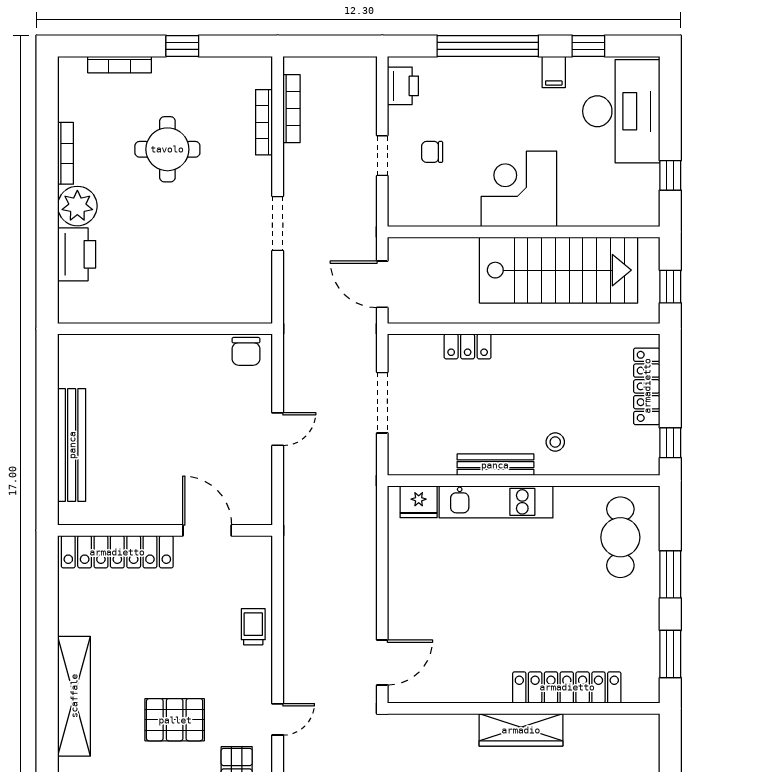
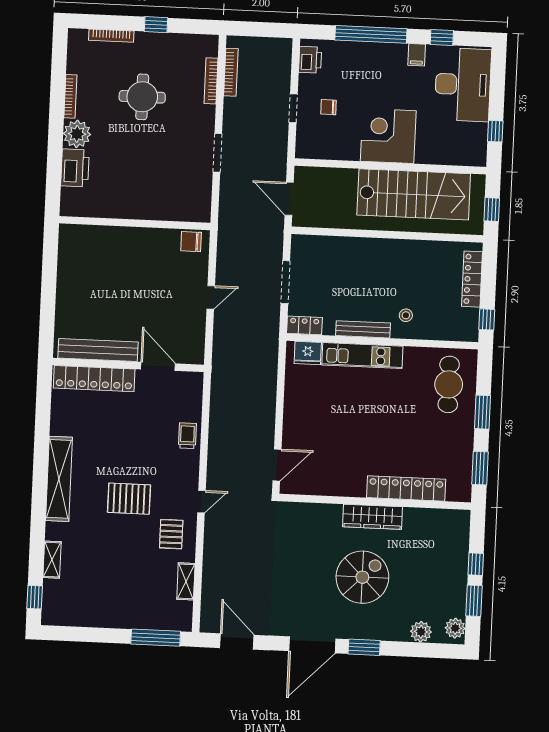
locker: (468, 346) -> (304, 325), moved, turned 180
chair: (246, 351) -> (191, 242), turned 90
bench: (72, 445) -> (98, 350), moved, turned 90

